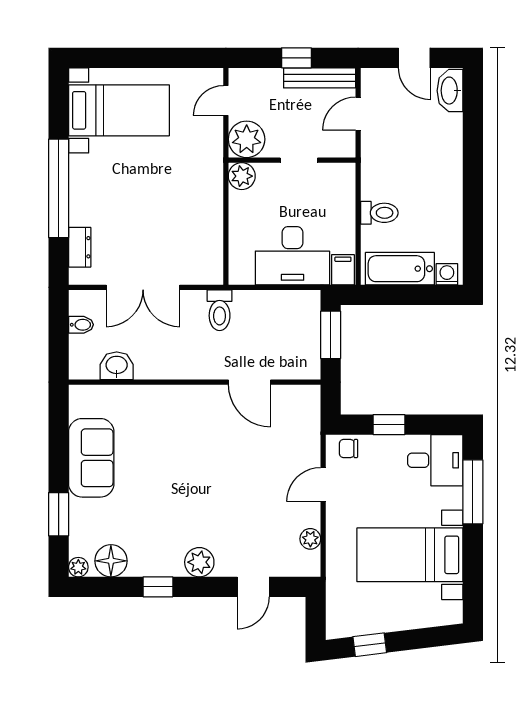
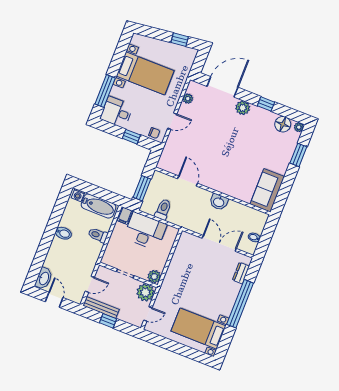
bidet: (446, 191) -> (63, 233), added
toilet: (220, 310) -> (163, 209), moved
washbasin: (117, 366) -> (219, 202), moved
sofa: (91, 458) -> (267, 190), moved
door: (253, 587) -> (222, 87), width x1.88

